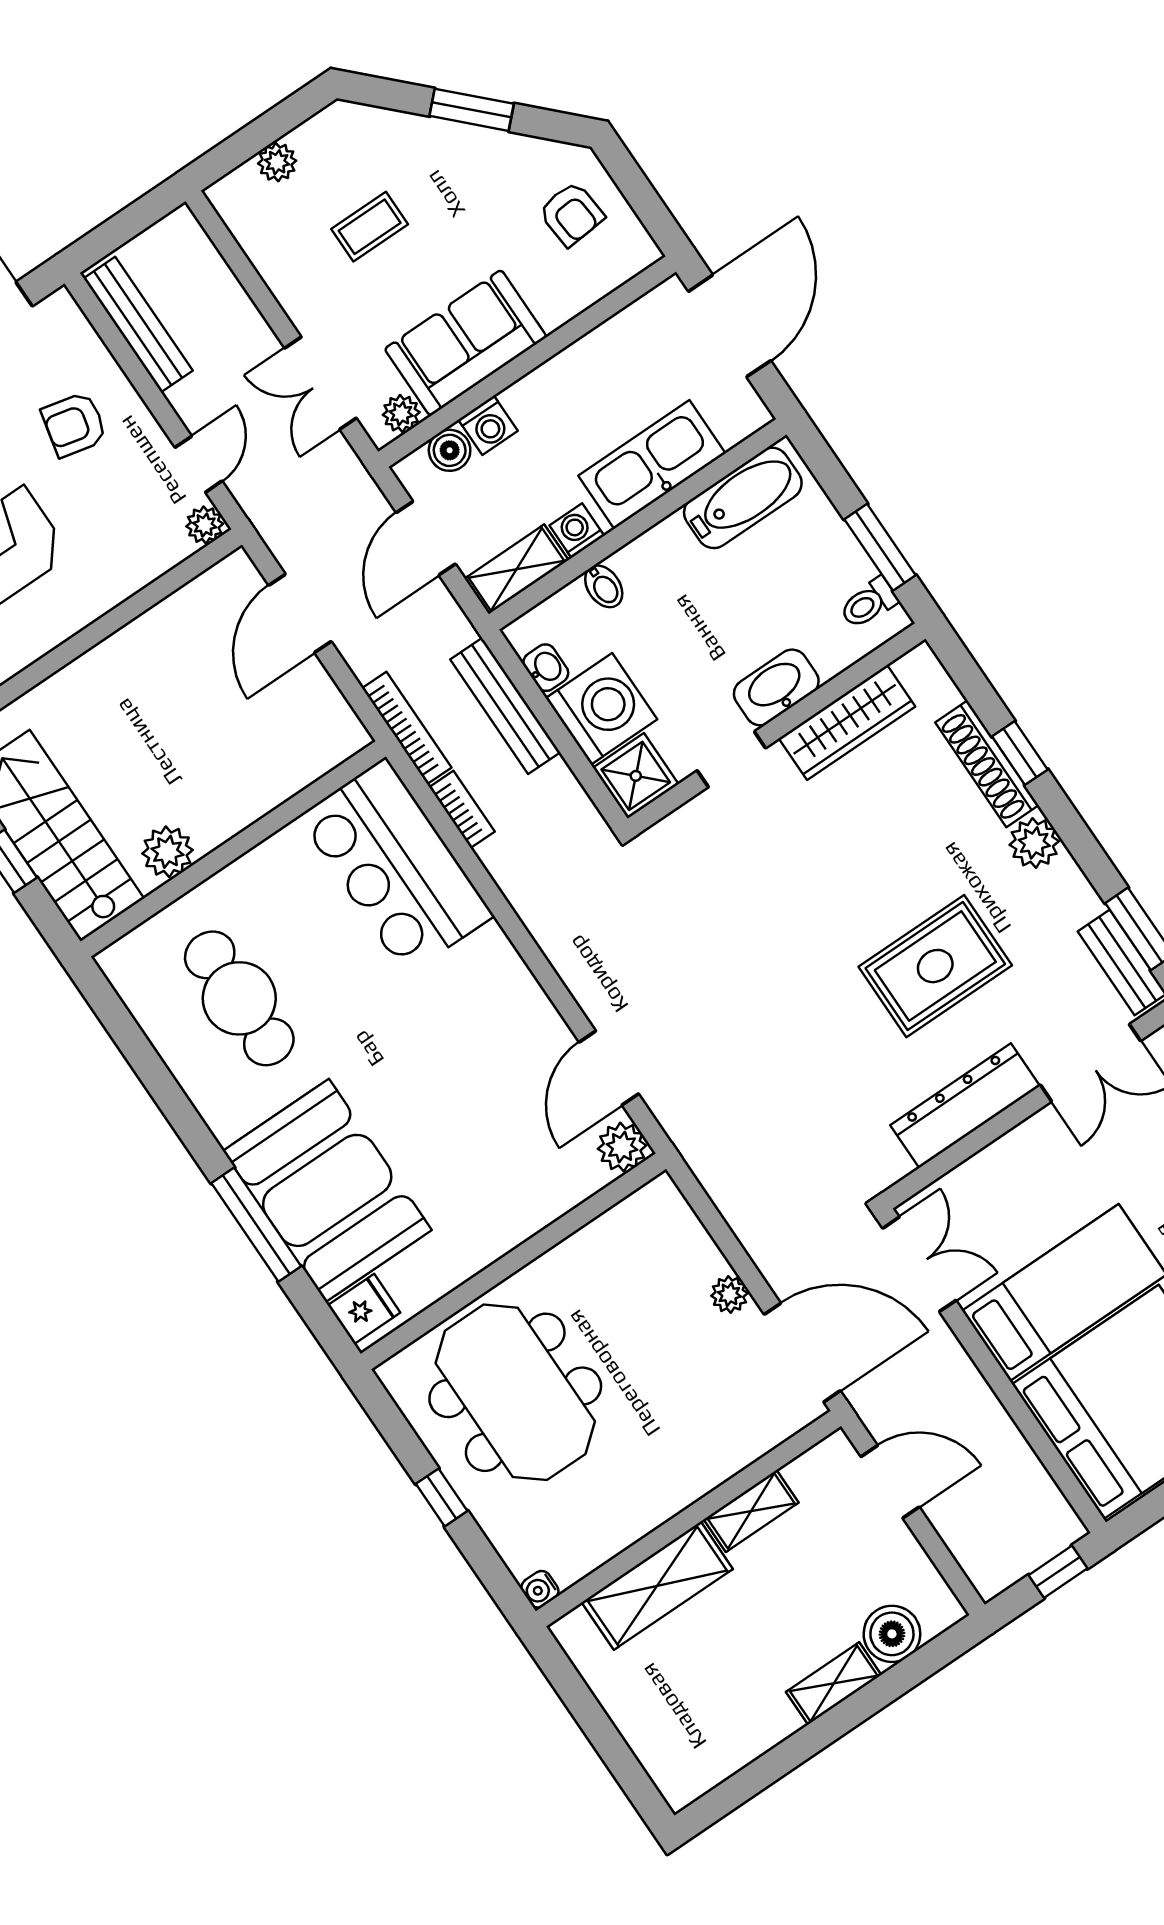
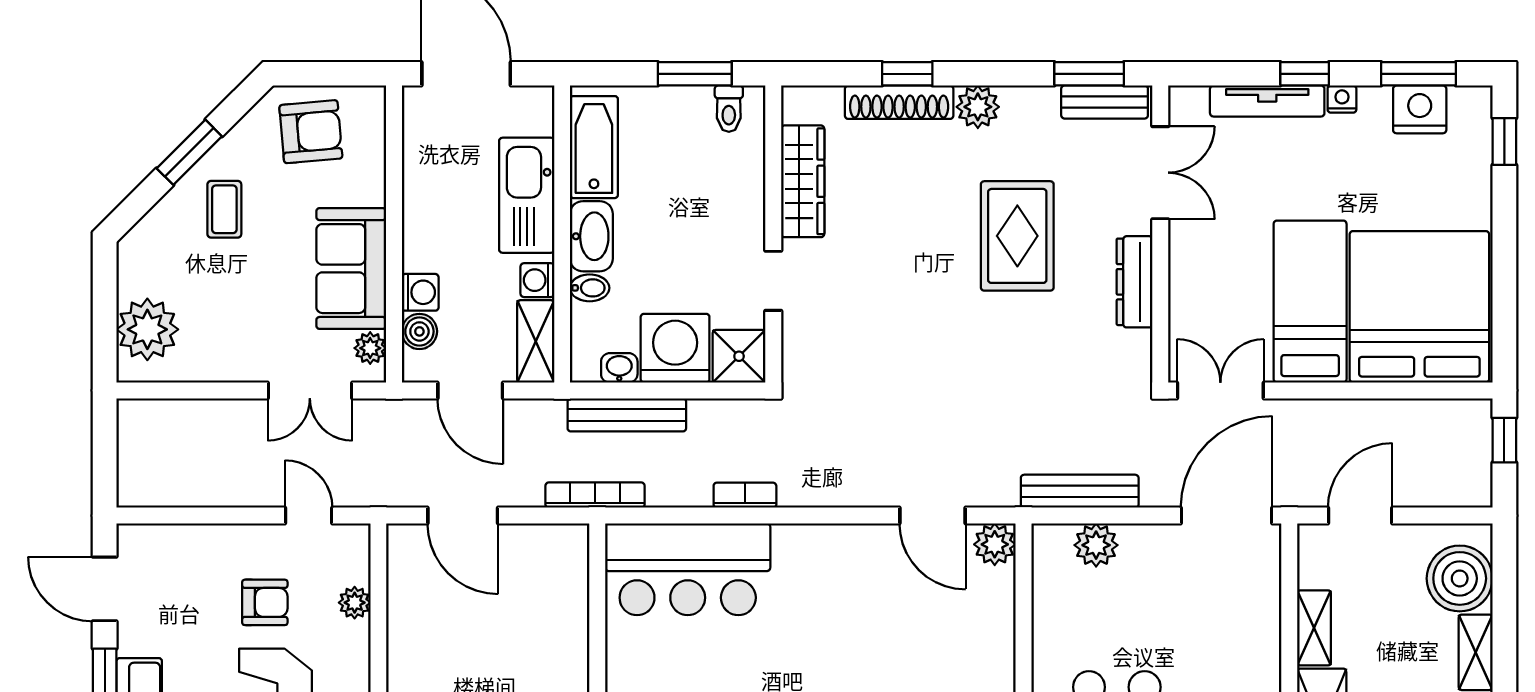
plant: (277, 162) -> (147, 329), width x1.87, depth x1.87
armchair: (571, 214) -> (311, 132), width x1.38, depth x1.38
coffee table: (370, 227) -> (224, 209), moved
bench: (138, 324) -> (1080, 491), moved
armchair: (74, 424) -> (265, 602), moved, turned -103
plant: (205, 525) -> (355, 603), moved
washbasin: (776, 687) -> (591, 236), moved, turned 180
bookcase: (462, 809) -> (745, 495), moved
dresser: (965, 1106) -> (1135, 282), width x0.73, depth x0.80
plant: (729, 1294) -> (1096, 545), moved, width x1.38, depth x1.38
boiler: (892, 1634) -> (1460, 578), width x1.37, depth x1.37

